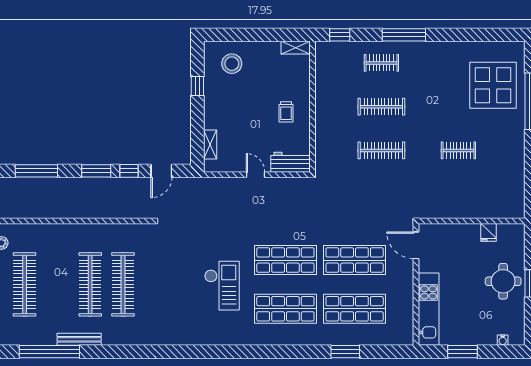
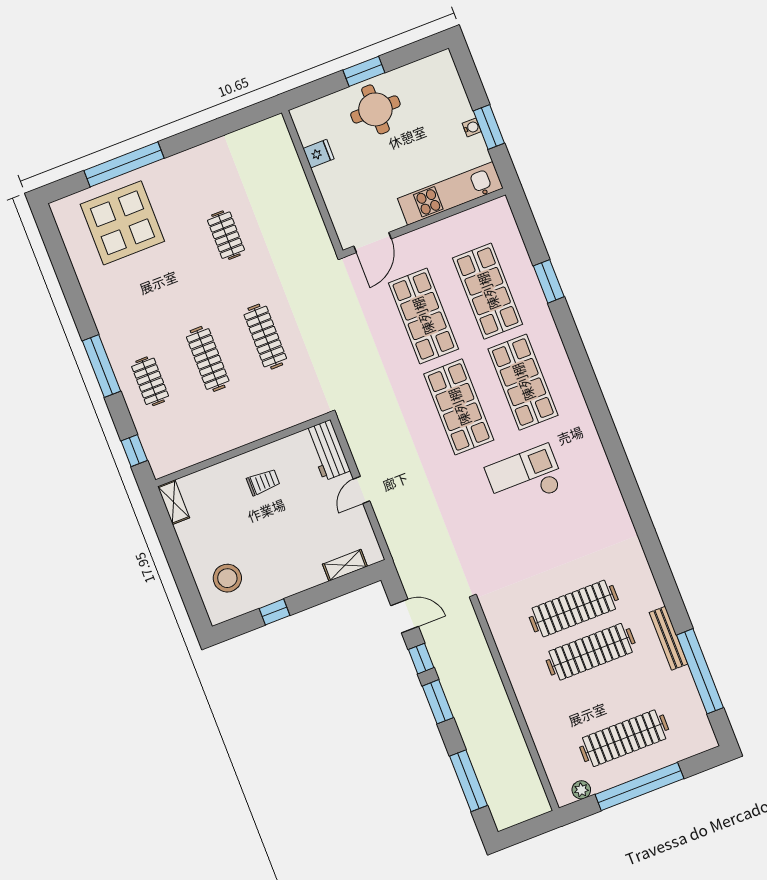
water cooler: (503, 340) -> (472, 127), moved

